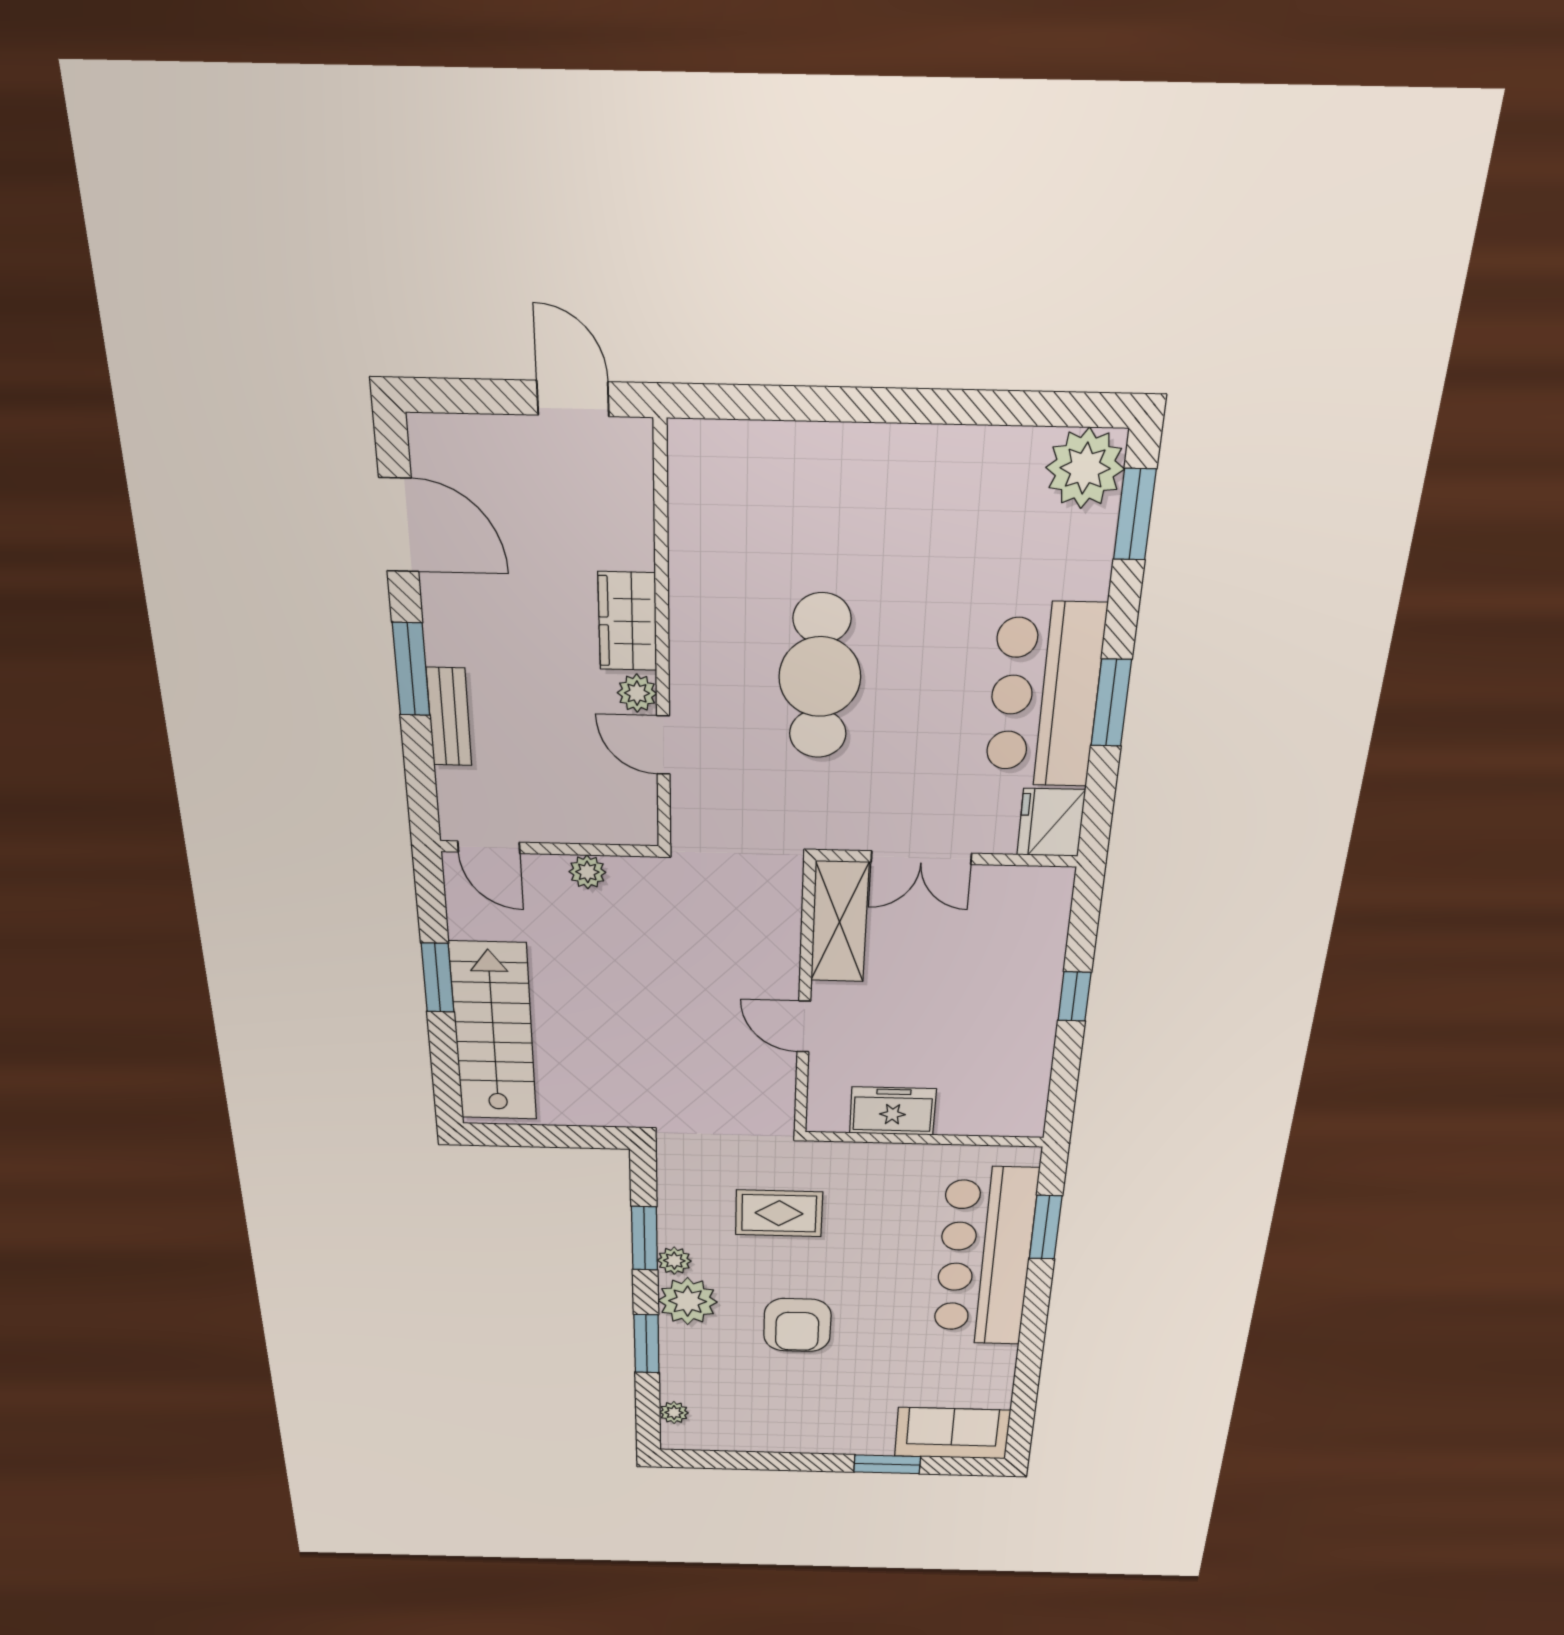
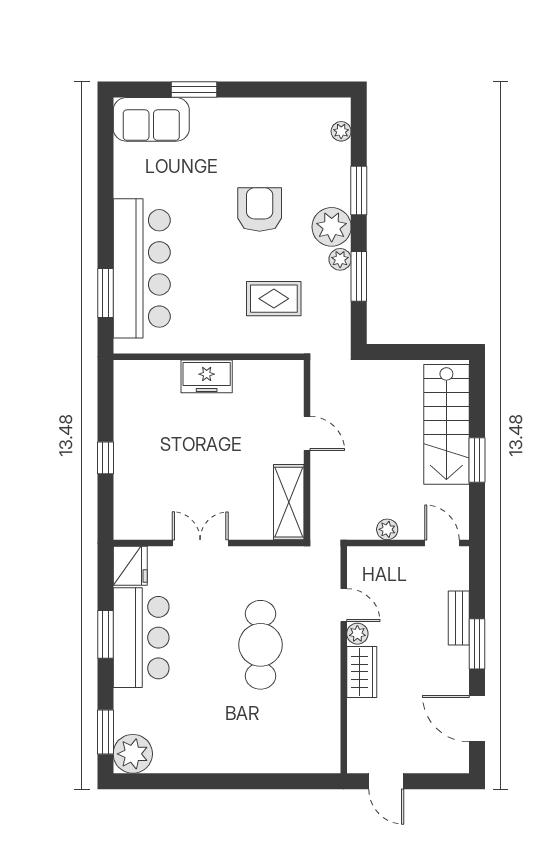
shelving: (840, 922) -> (289, 502), moved
wall: (805, 1002) -> (307, 450), moved
door: (804, 1026) -> (307, 434), moved

